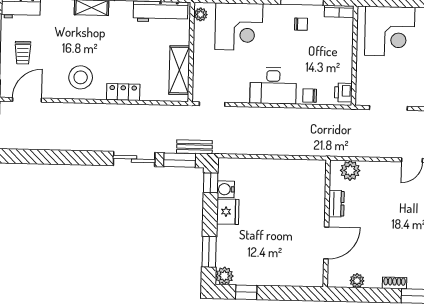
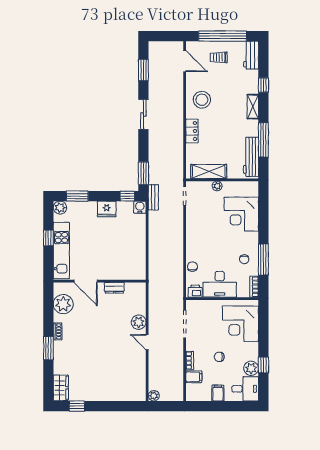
plant: (201, 14) -> (217, 186), moved
desk: (273, 86) -> (220, 284), moved, turned -90
bench: (194, 147) -> (153, 197), moved
window: (38, 157) -> (143, 70), added
sliding door: (134, 159) -> (143, 115), moved
plant: (350, 170) -> (139, 322), moved
water cooler: (226, 189) -> (140, 207), moved
kitchen unit: (283, 275) -> (61, 251), added
plant: (357, 281) -> (63, 304), width x1.87, depth x1.87
window: (246, 292) -> (48, 238), moved

